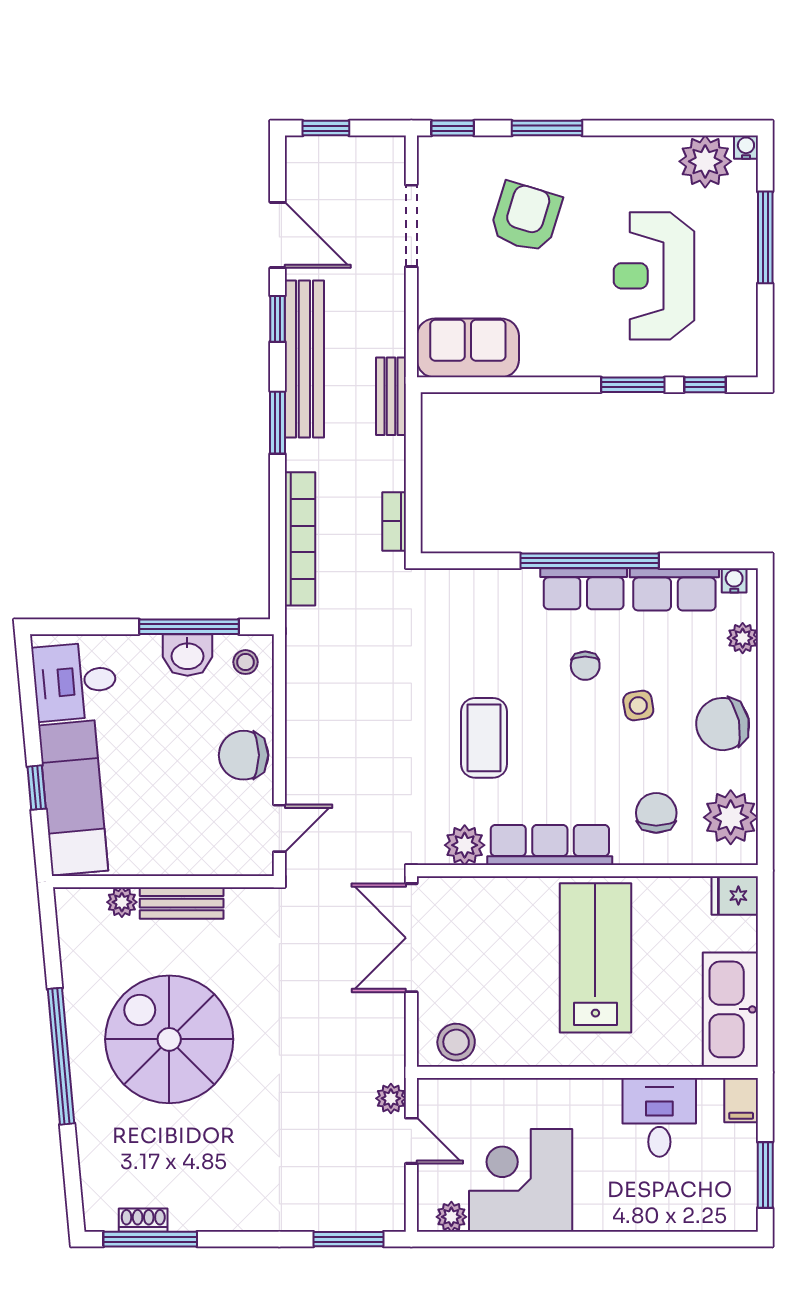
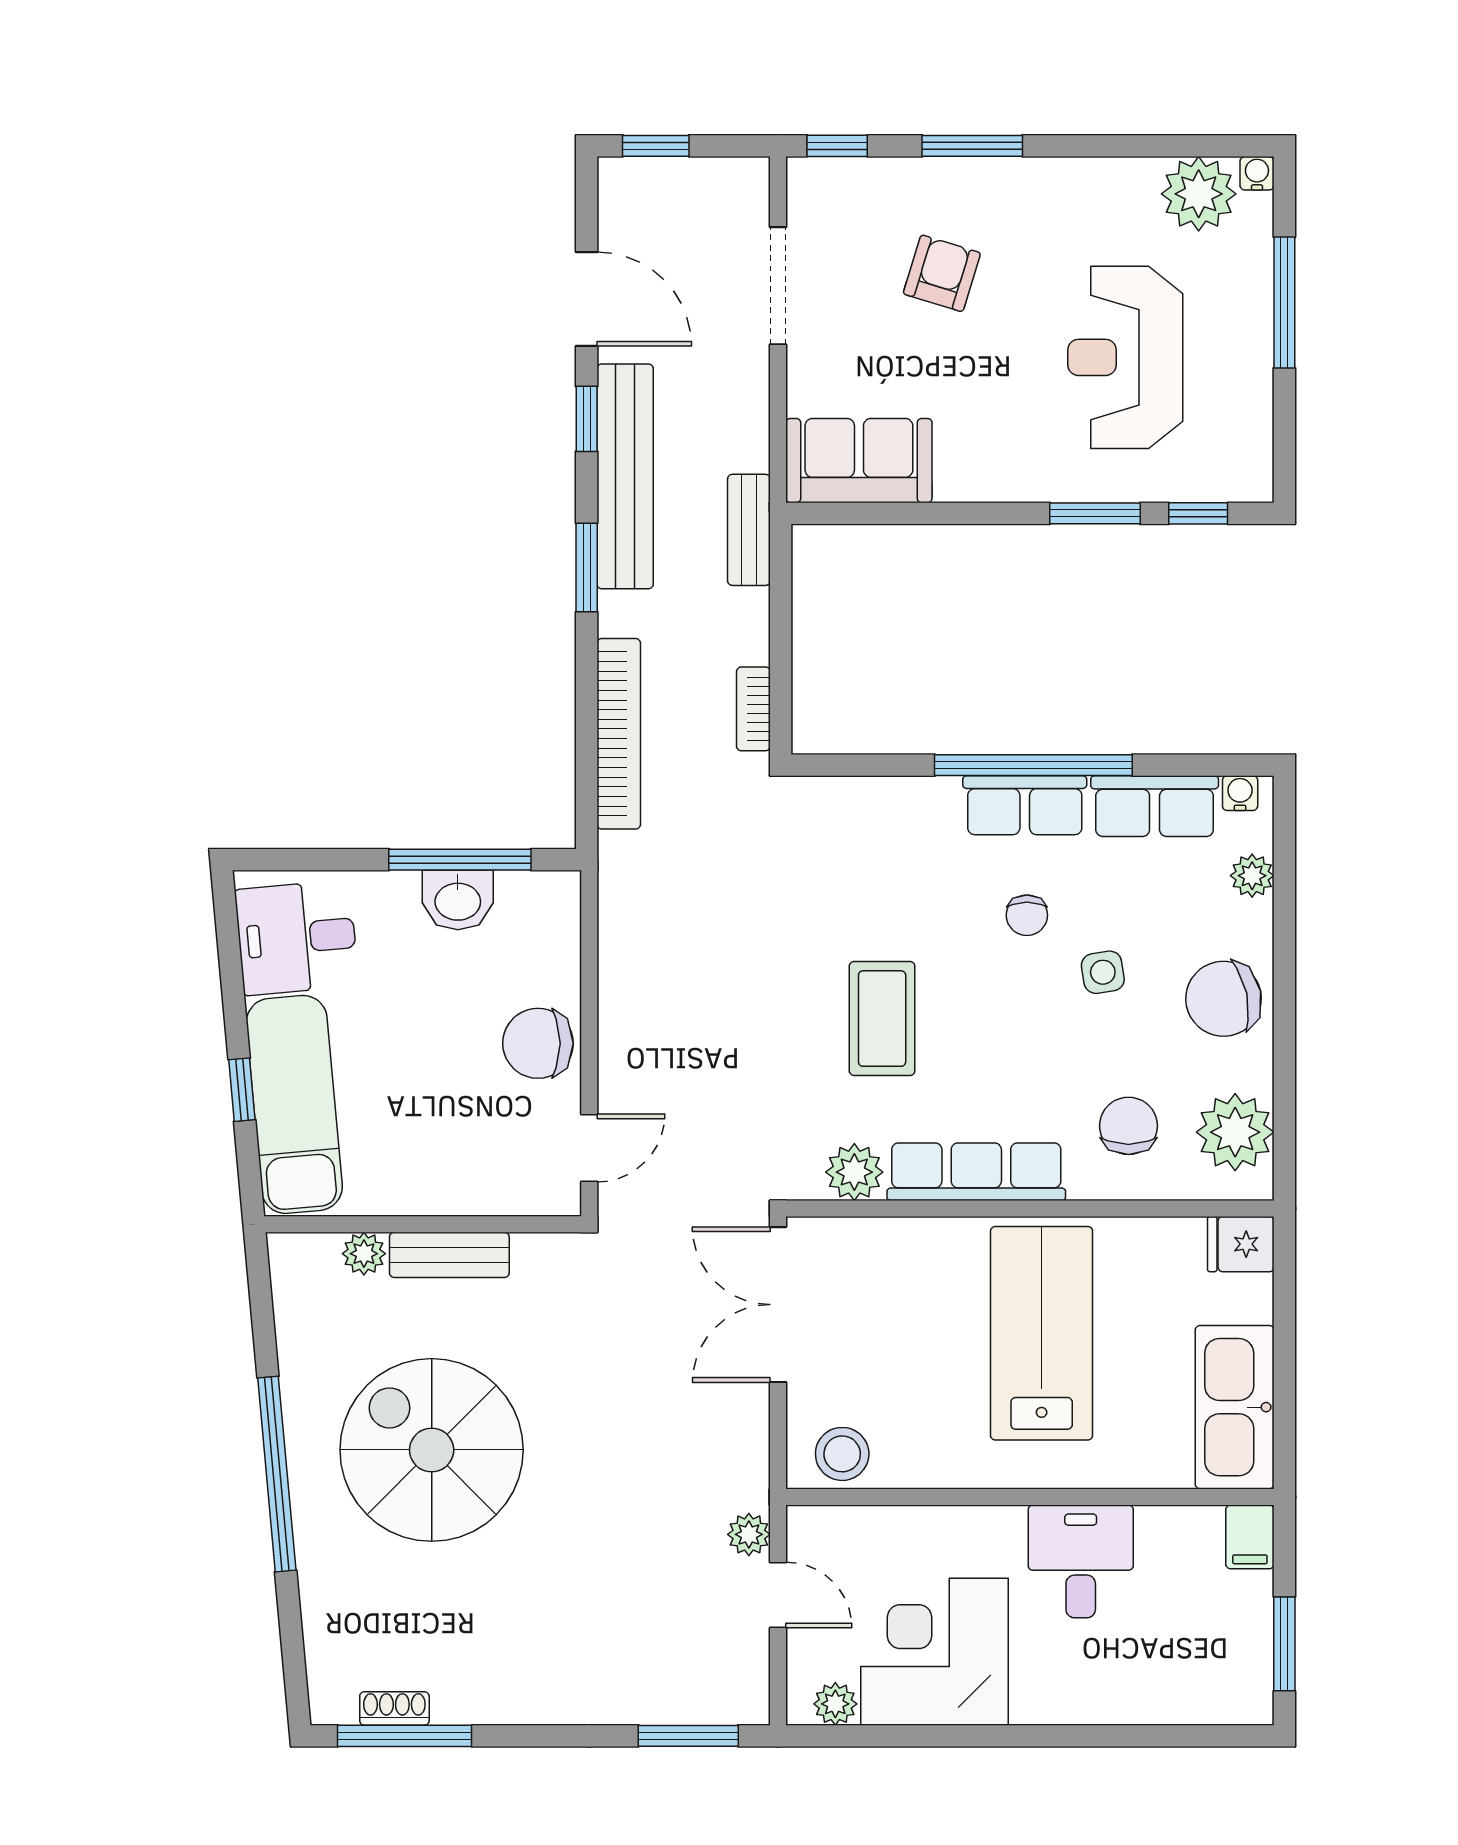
armchair: (526, 217) -> (942, 273), width x0.72, depth x0.72
stool: (245, 662) -> (541, 910), removed
desk: (659, 1117) -> (1081, 1561), moved

